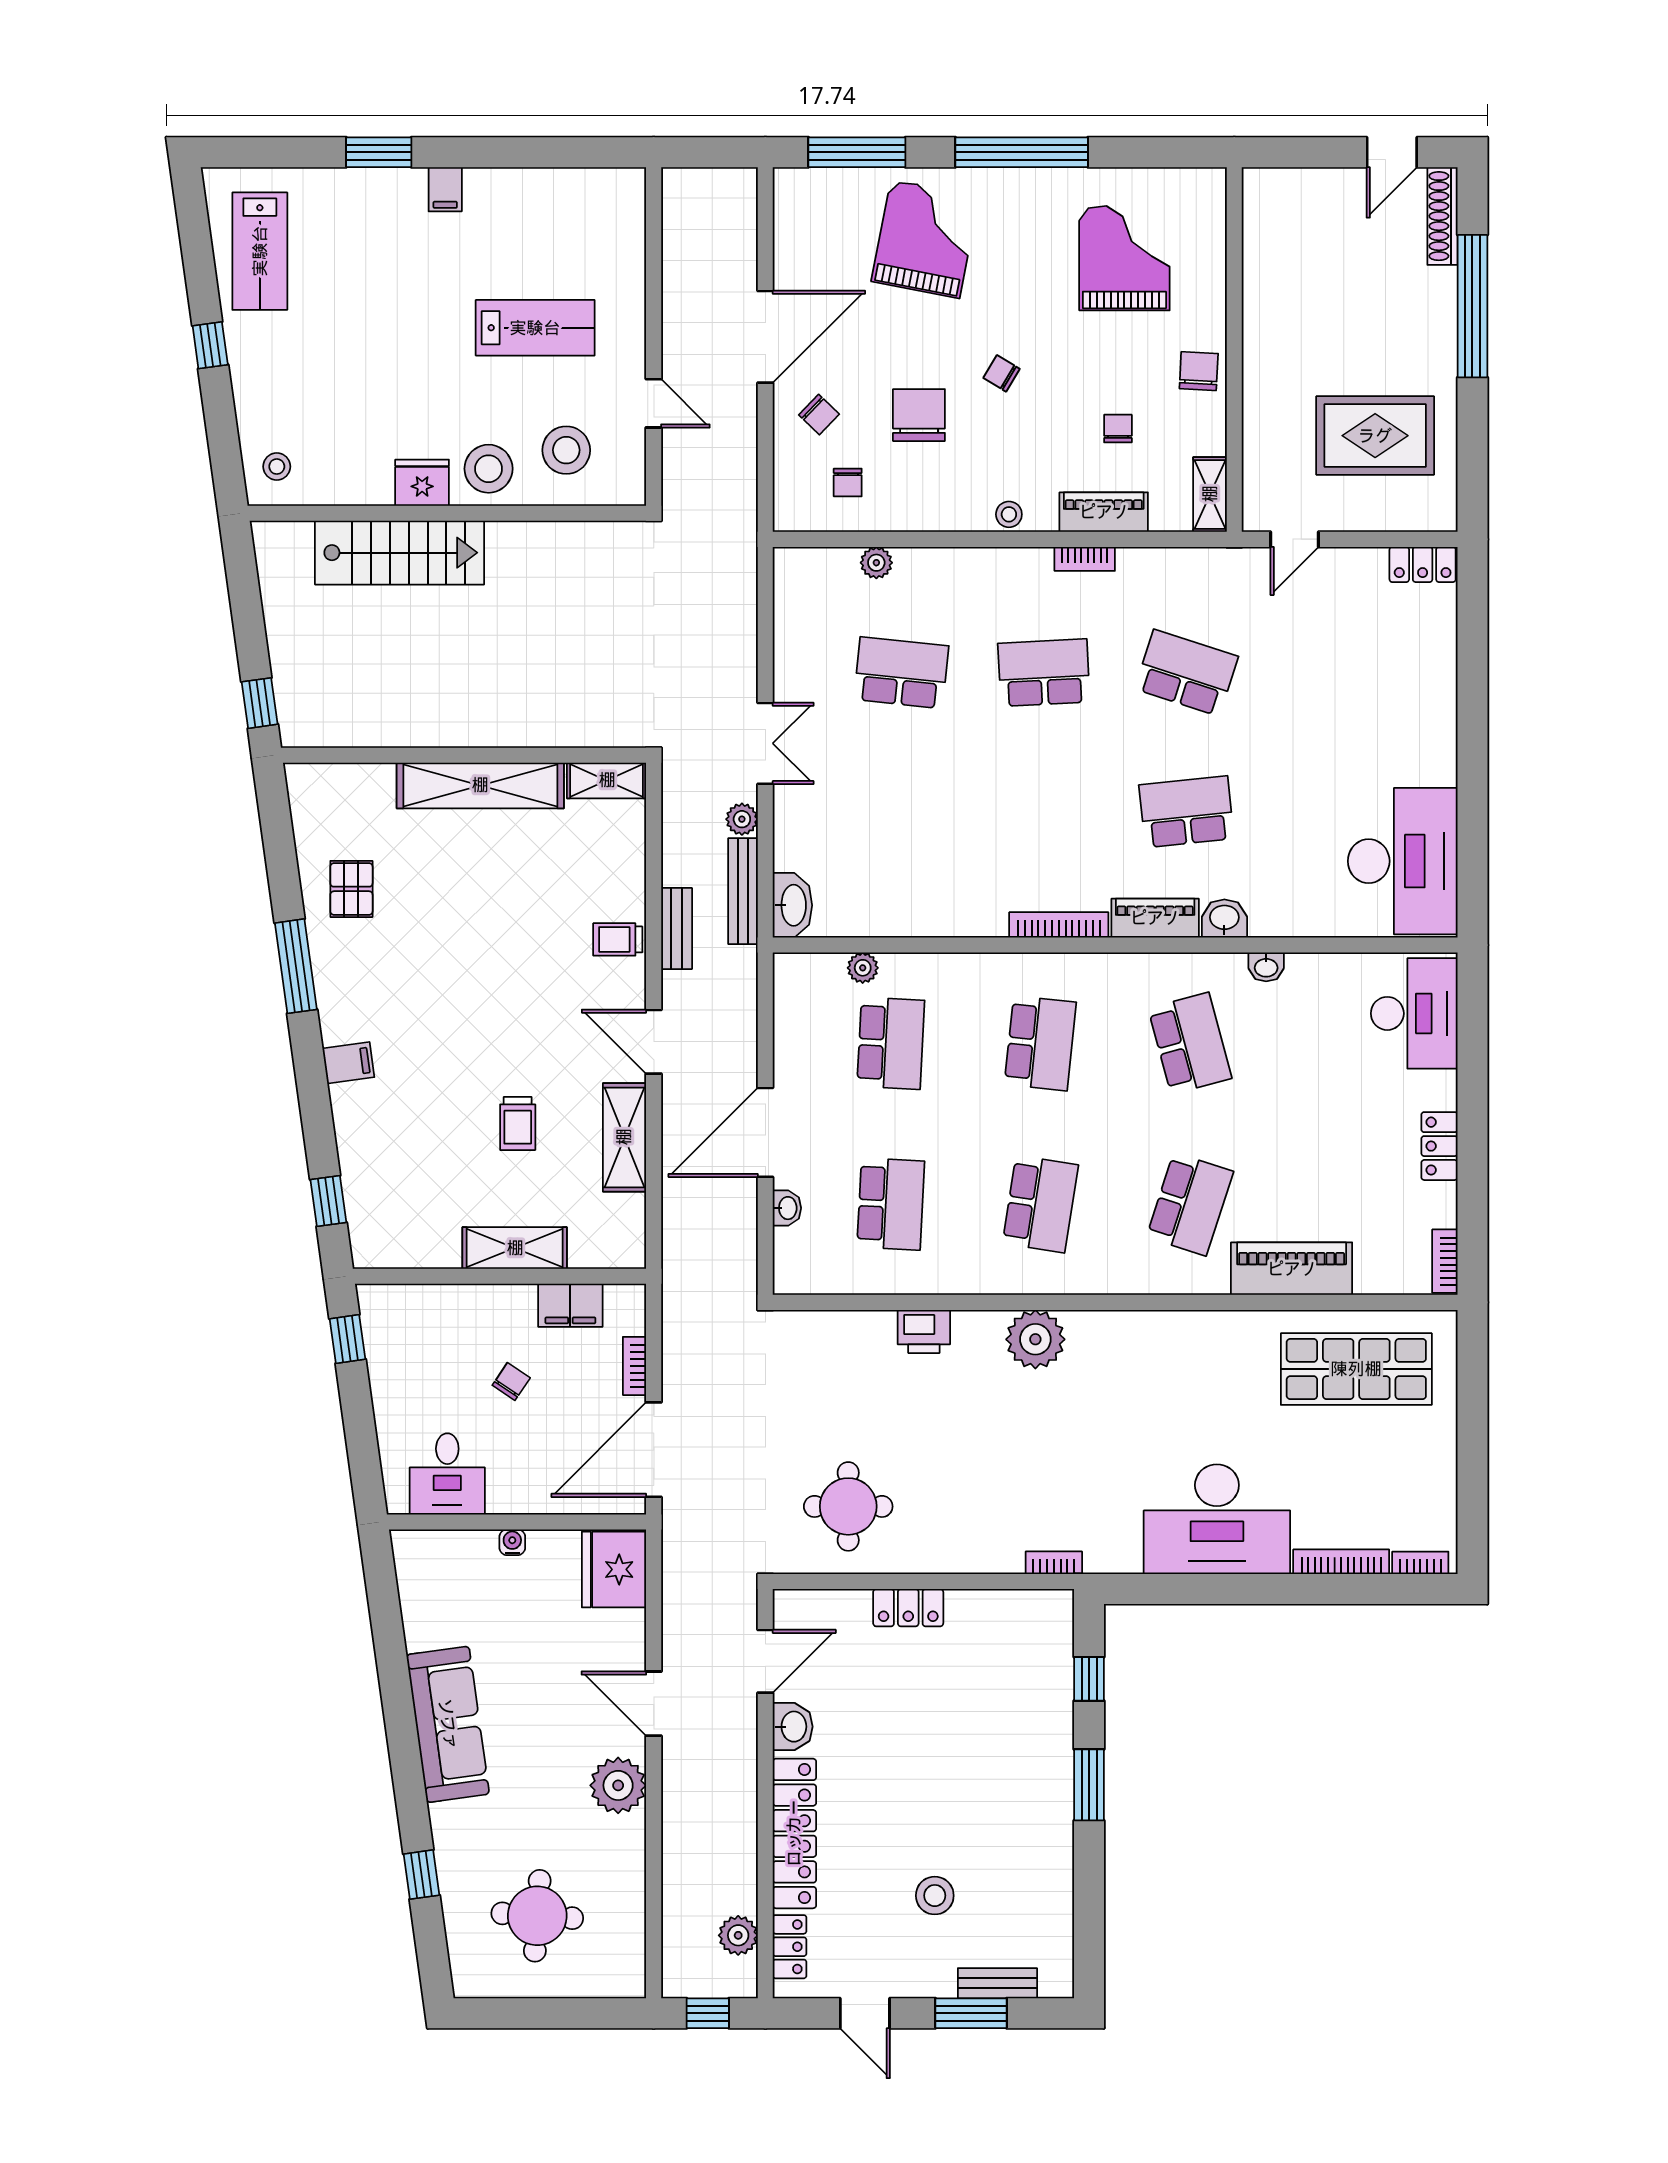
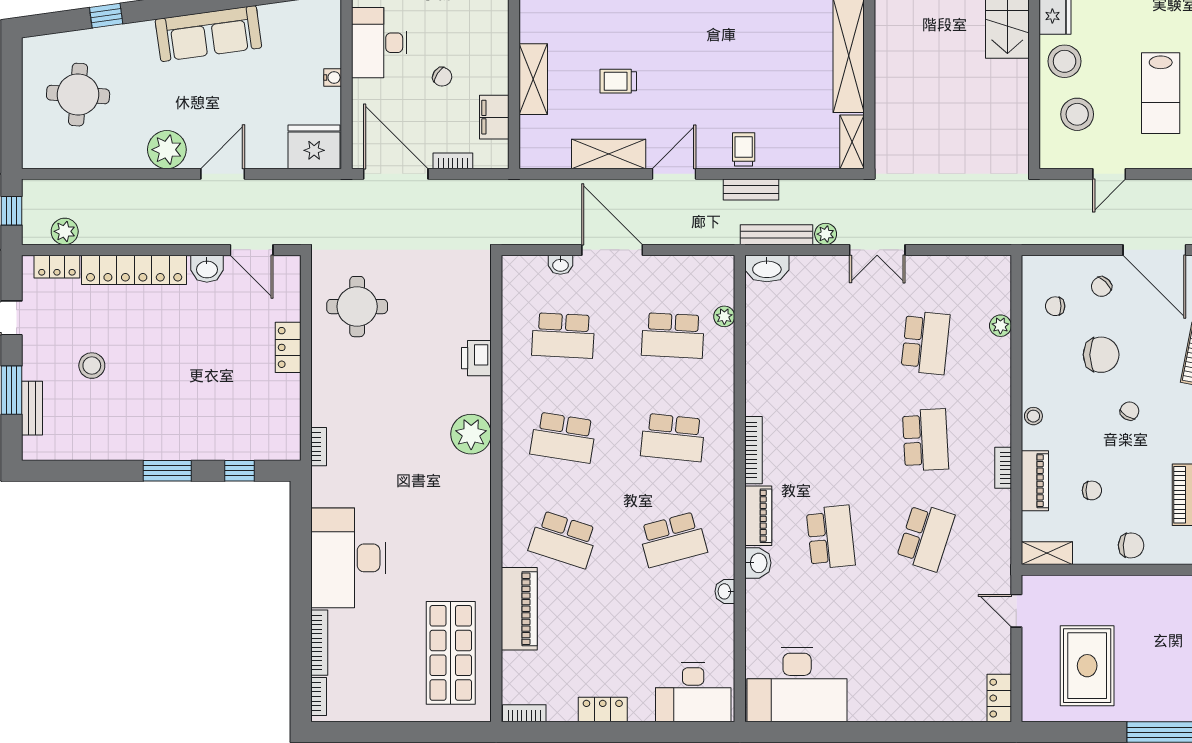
desk: (447, 1474) -> (379, 43), width x1.37

